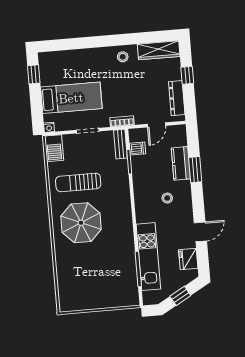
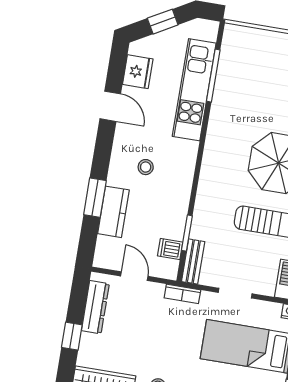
door: (156, 125) -> (134, 276), hinge flipped
door: (200, 232) -> (110, 106), swing flipped

